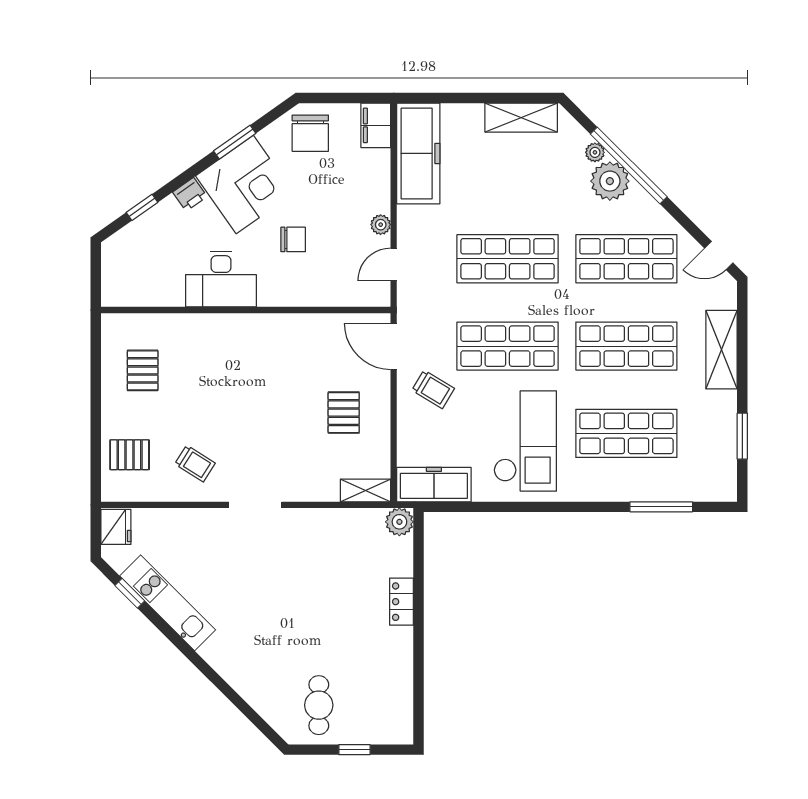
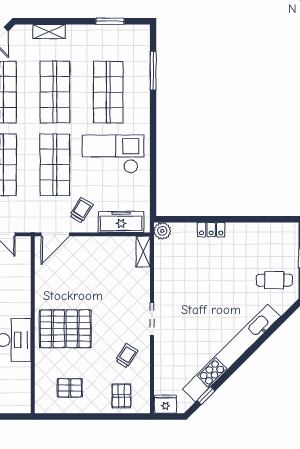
shelving: (722, 350) -> (49, 32), width x0.67, depth x0.75
pallet: (344, 413) -> (65, 329), moved, width x2.05, depth x2.00
freezer: (434, 485) -> (121, 222), moved, turned 90
kitchen unit: (168, 603) -> (232, 353), width x1.86

